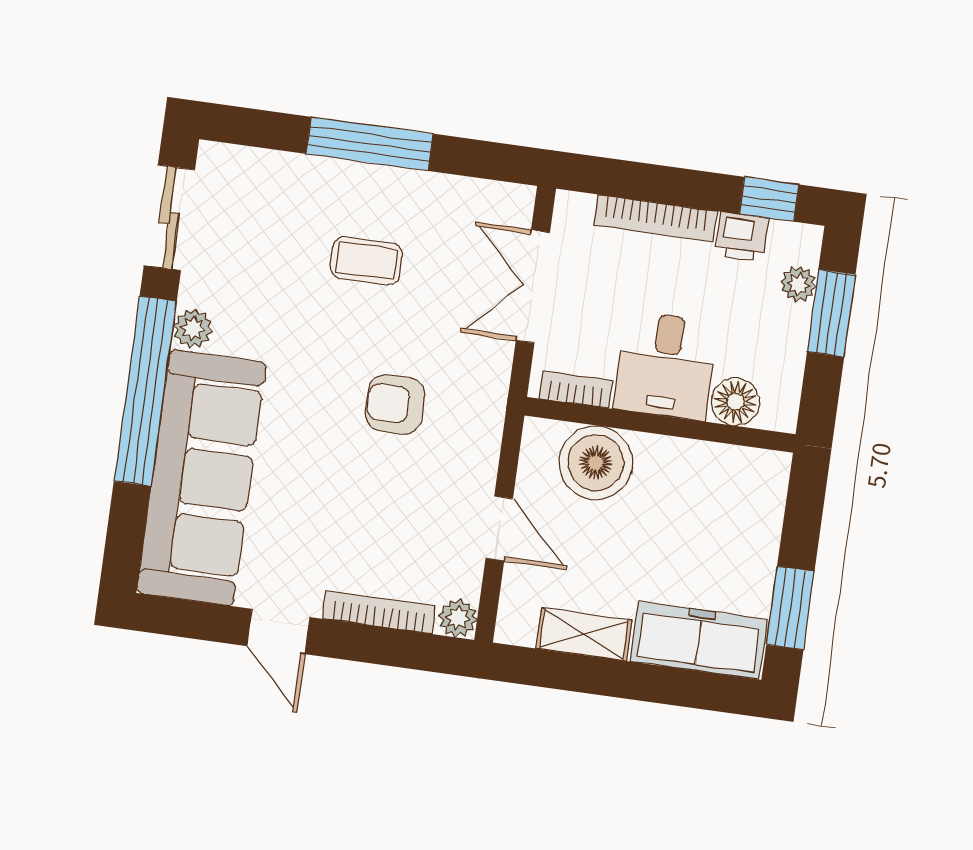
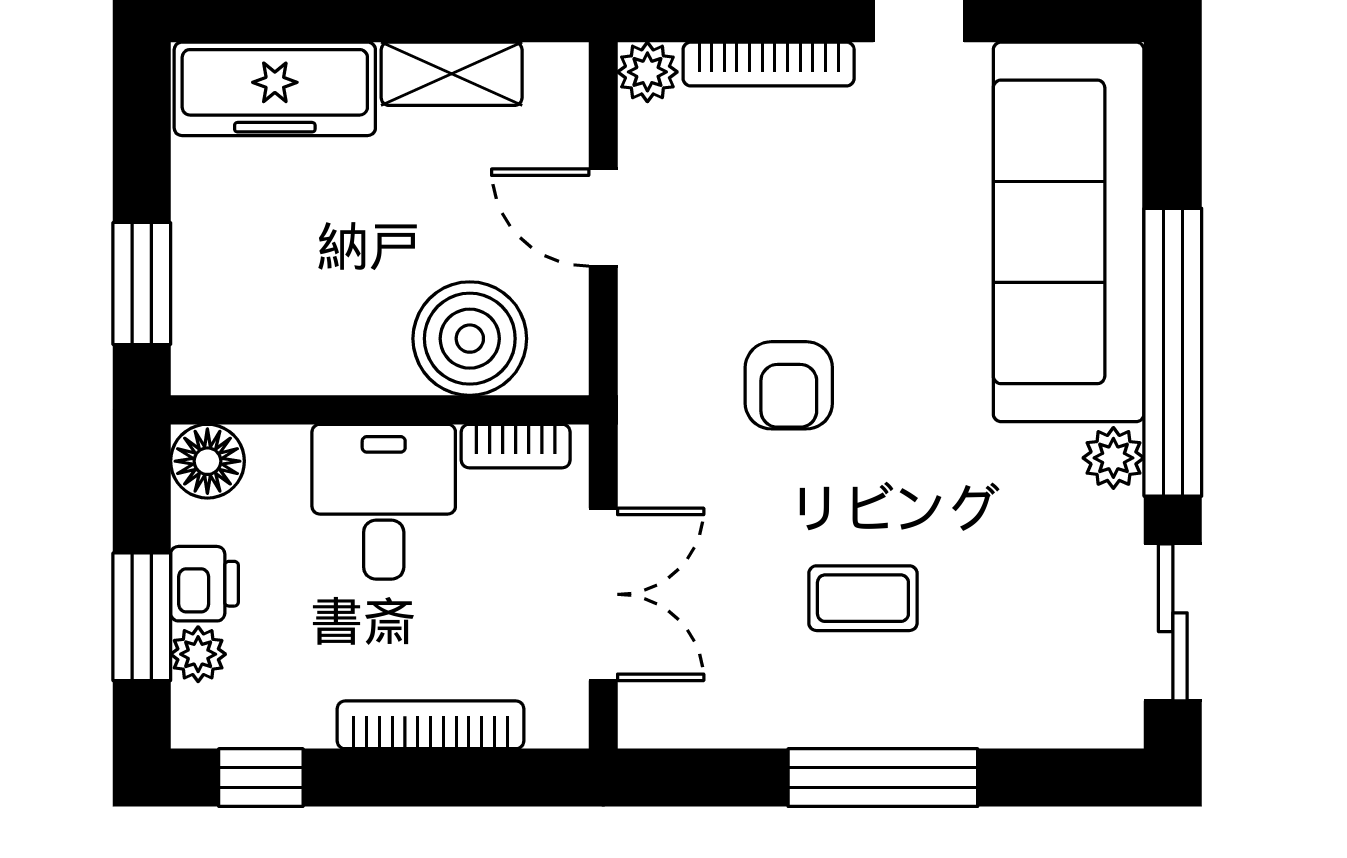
printer: (742, 237) -> (204, 584), moved, turned 90
floor lamp: (735, 402) -> (207, 461), moved
armchair: (395, 404) -> (789, 385), turned 90
window: (790, 608) -> (142, 284), moved

